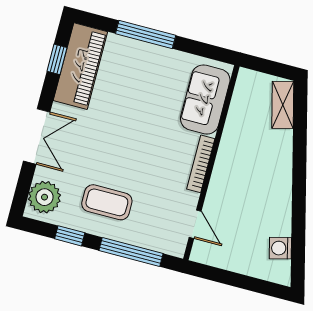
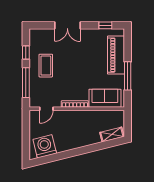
window: (146, 35) -> (128, 76), moved
piano: (80, 66) -> (116, 55), moved, turned 90
plant: (45, 197) -> (41, 36), removed
washing machine: (280, 248) -> (45, 146), width x1.89, depth x1.89

